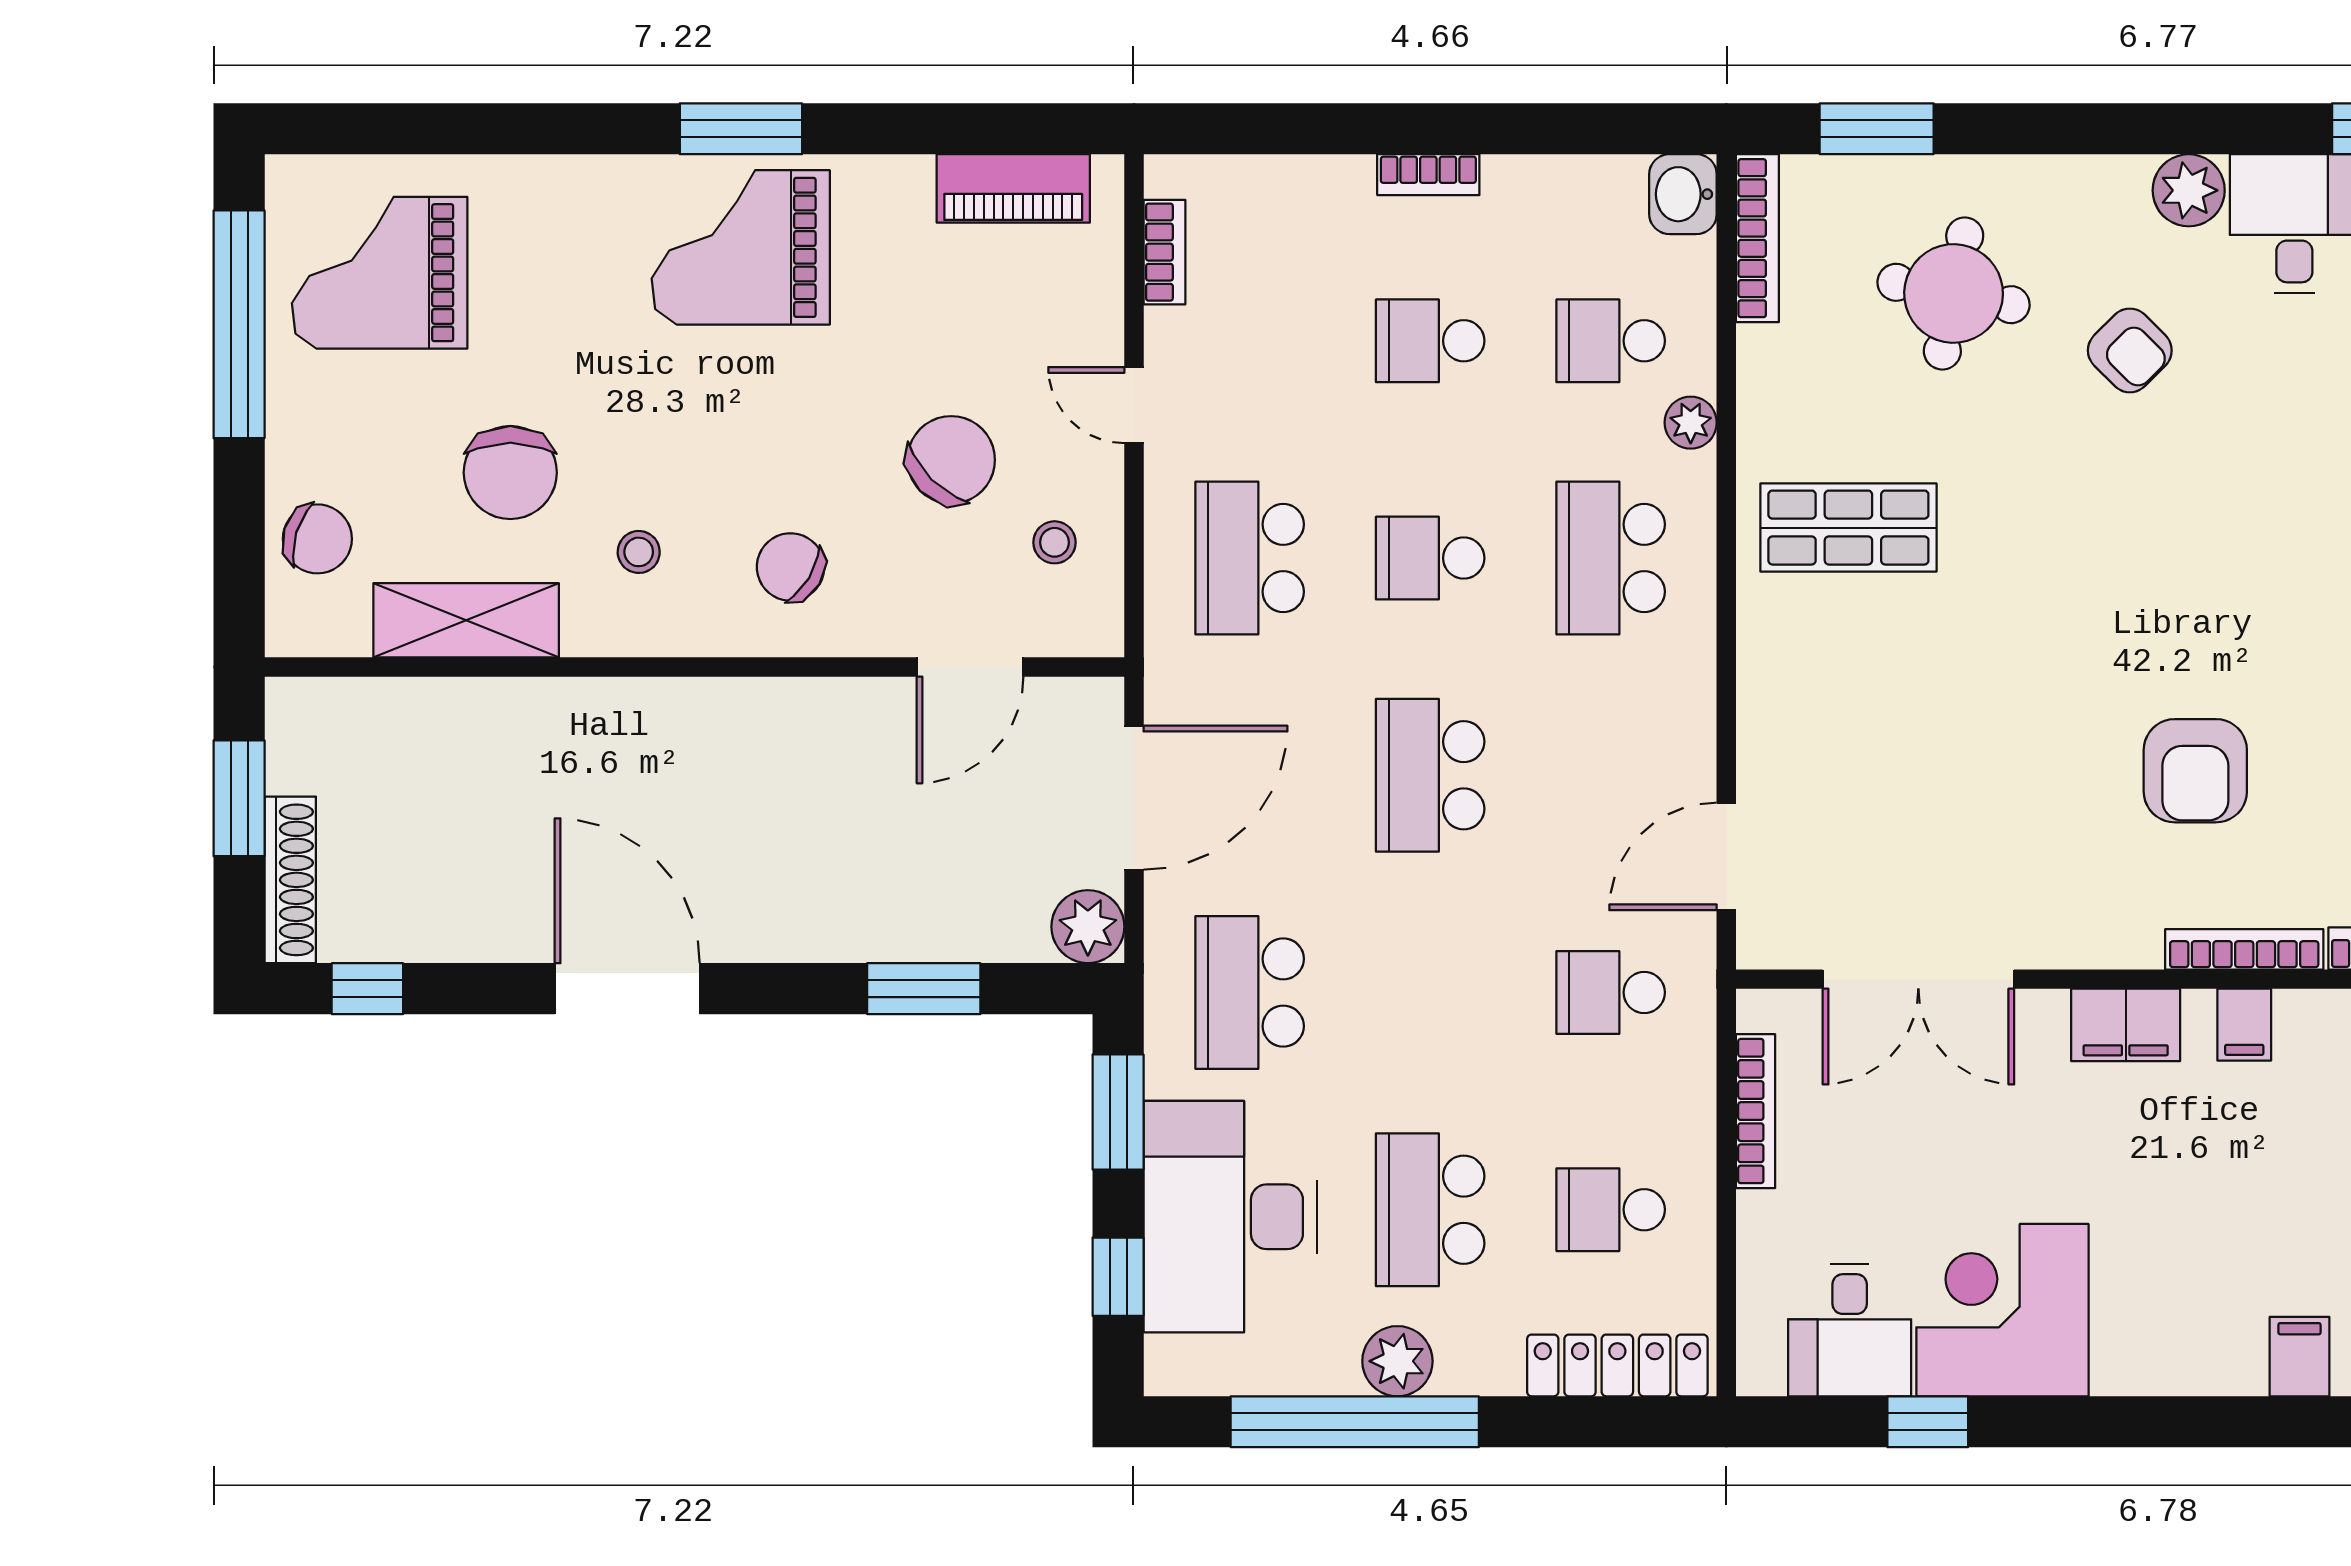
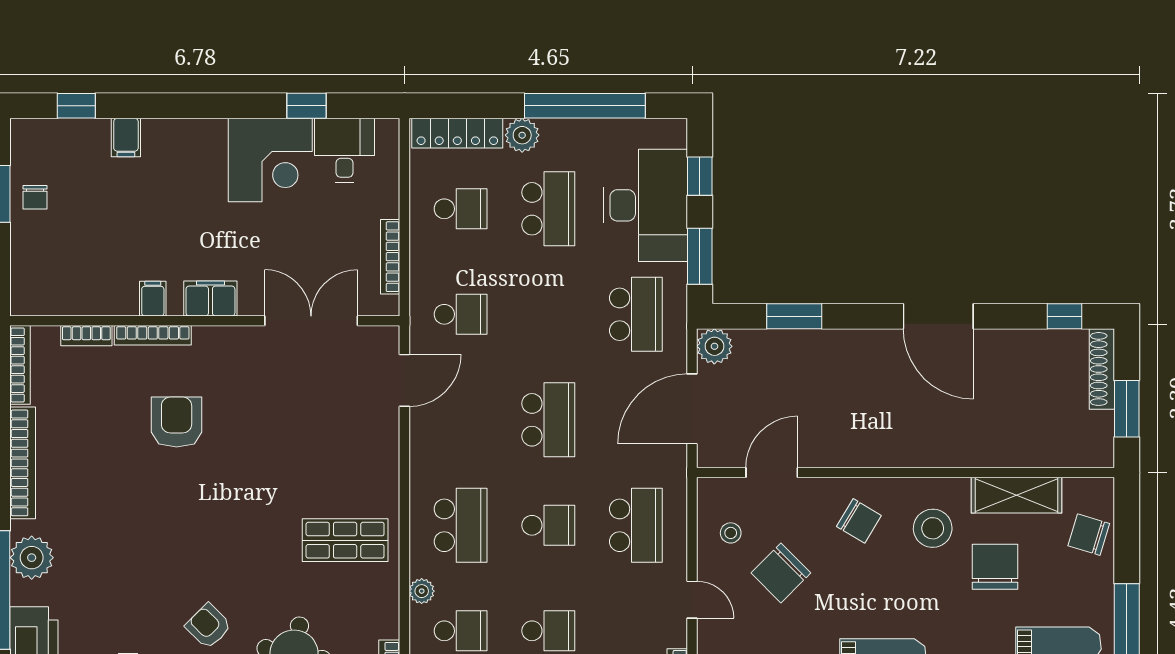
stool: (639, 552) -> (933, 528), width x1.89, depth x1.89
plant: (1397, 1361) -> (522, 135), moved

